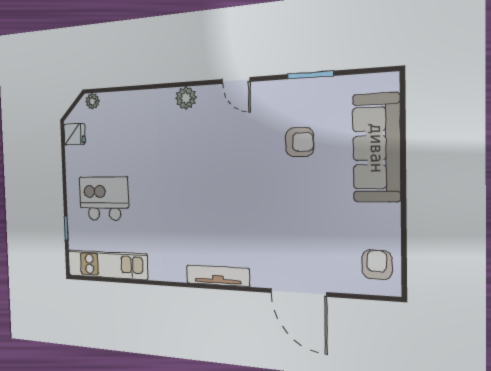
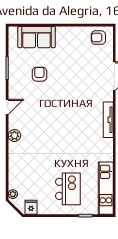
sofa: (377, 148) -> (37, 37), width x0.73
kitchen island: (104, 198) -> (68, 189), turned 180

